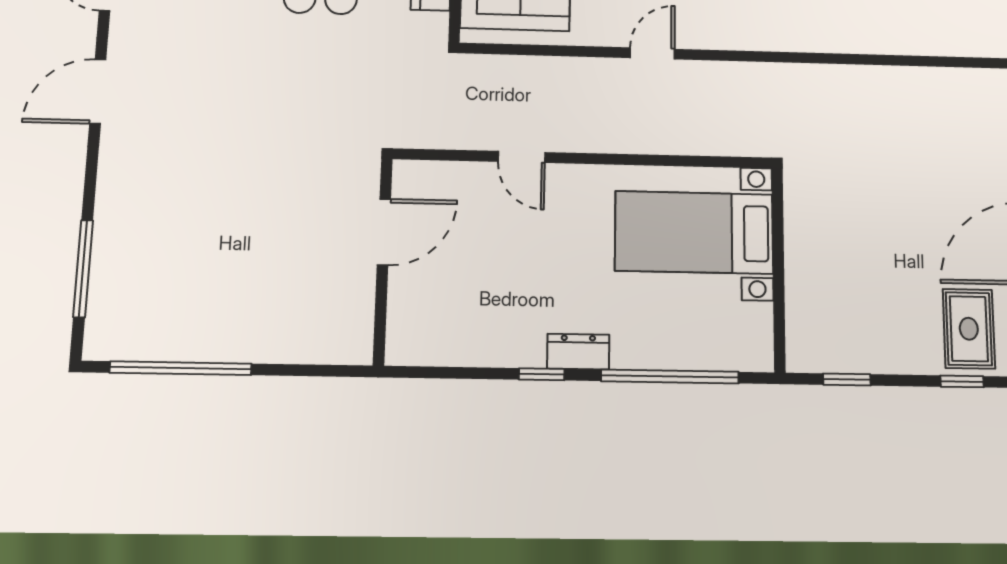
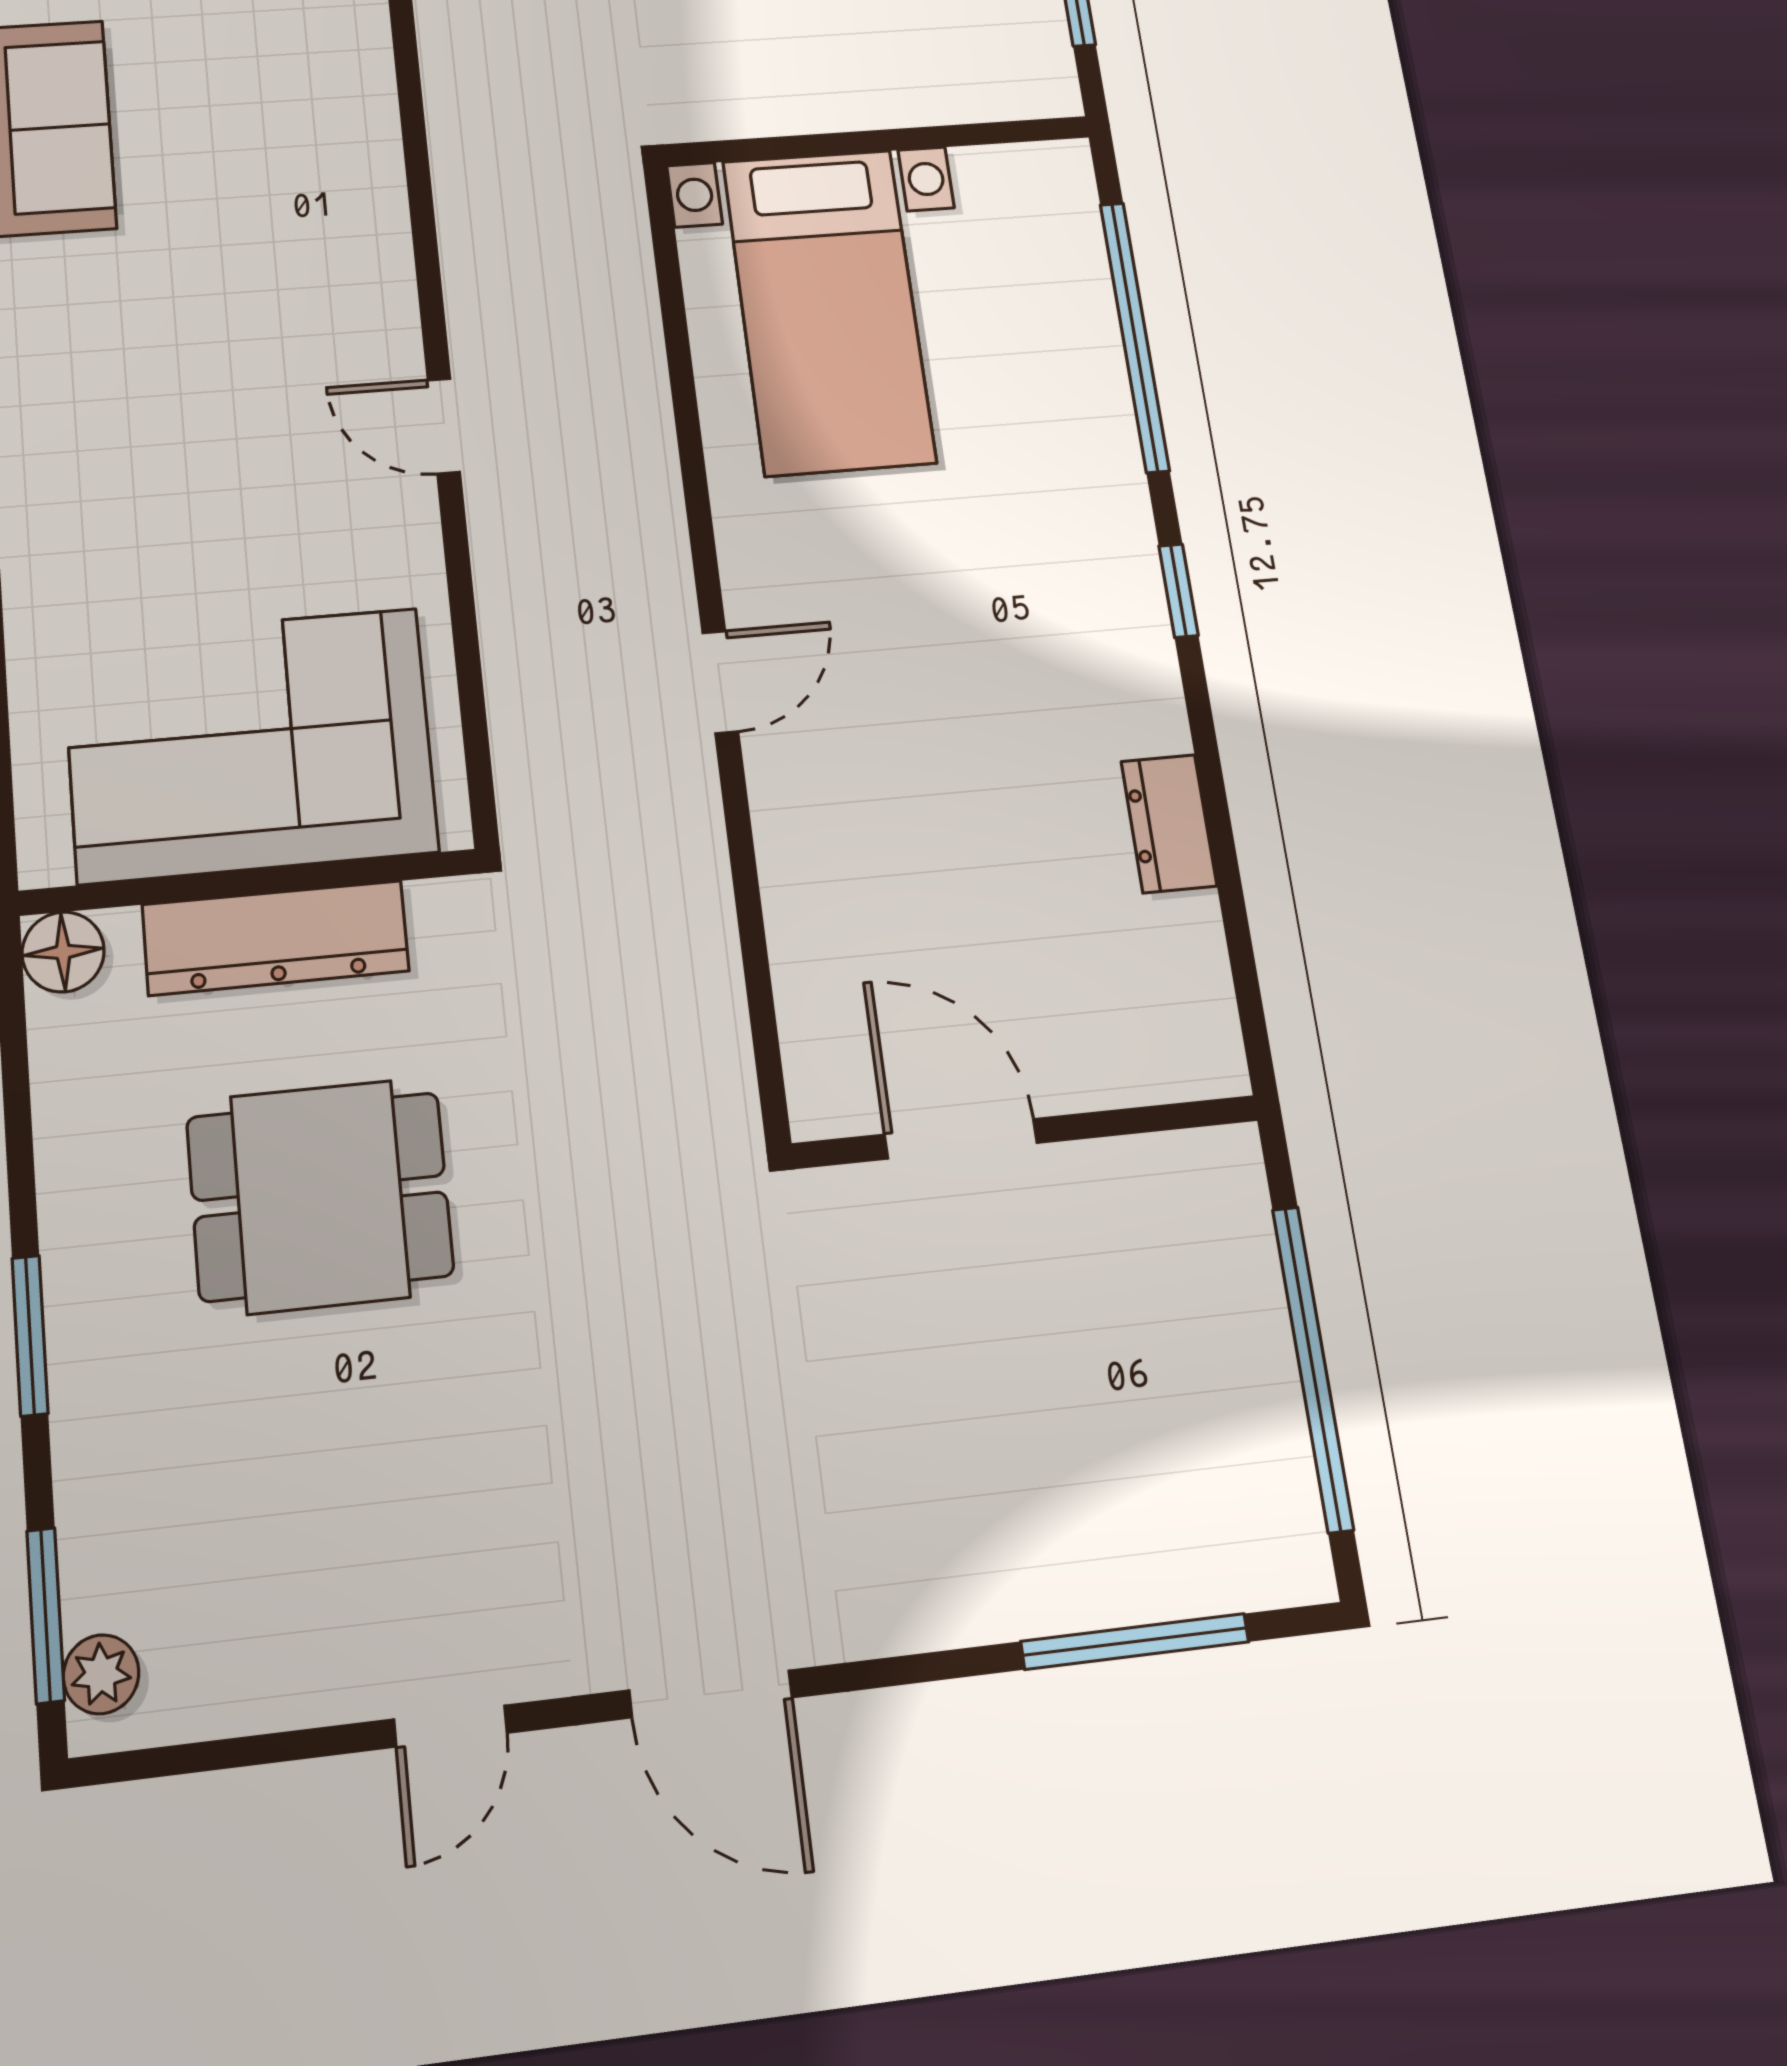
door: (384, 232) -> (961, 1139), moved
wall: (383, 261) -> (1026, 1132), moved
dresser: (578, 352) -> (1169, 824), moved

